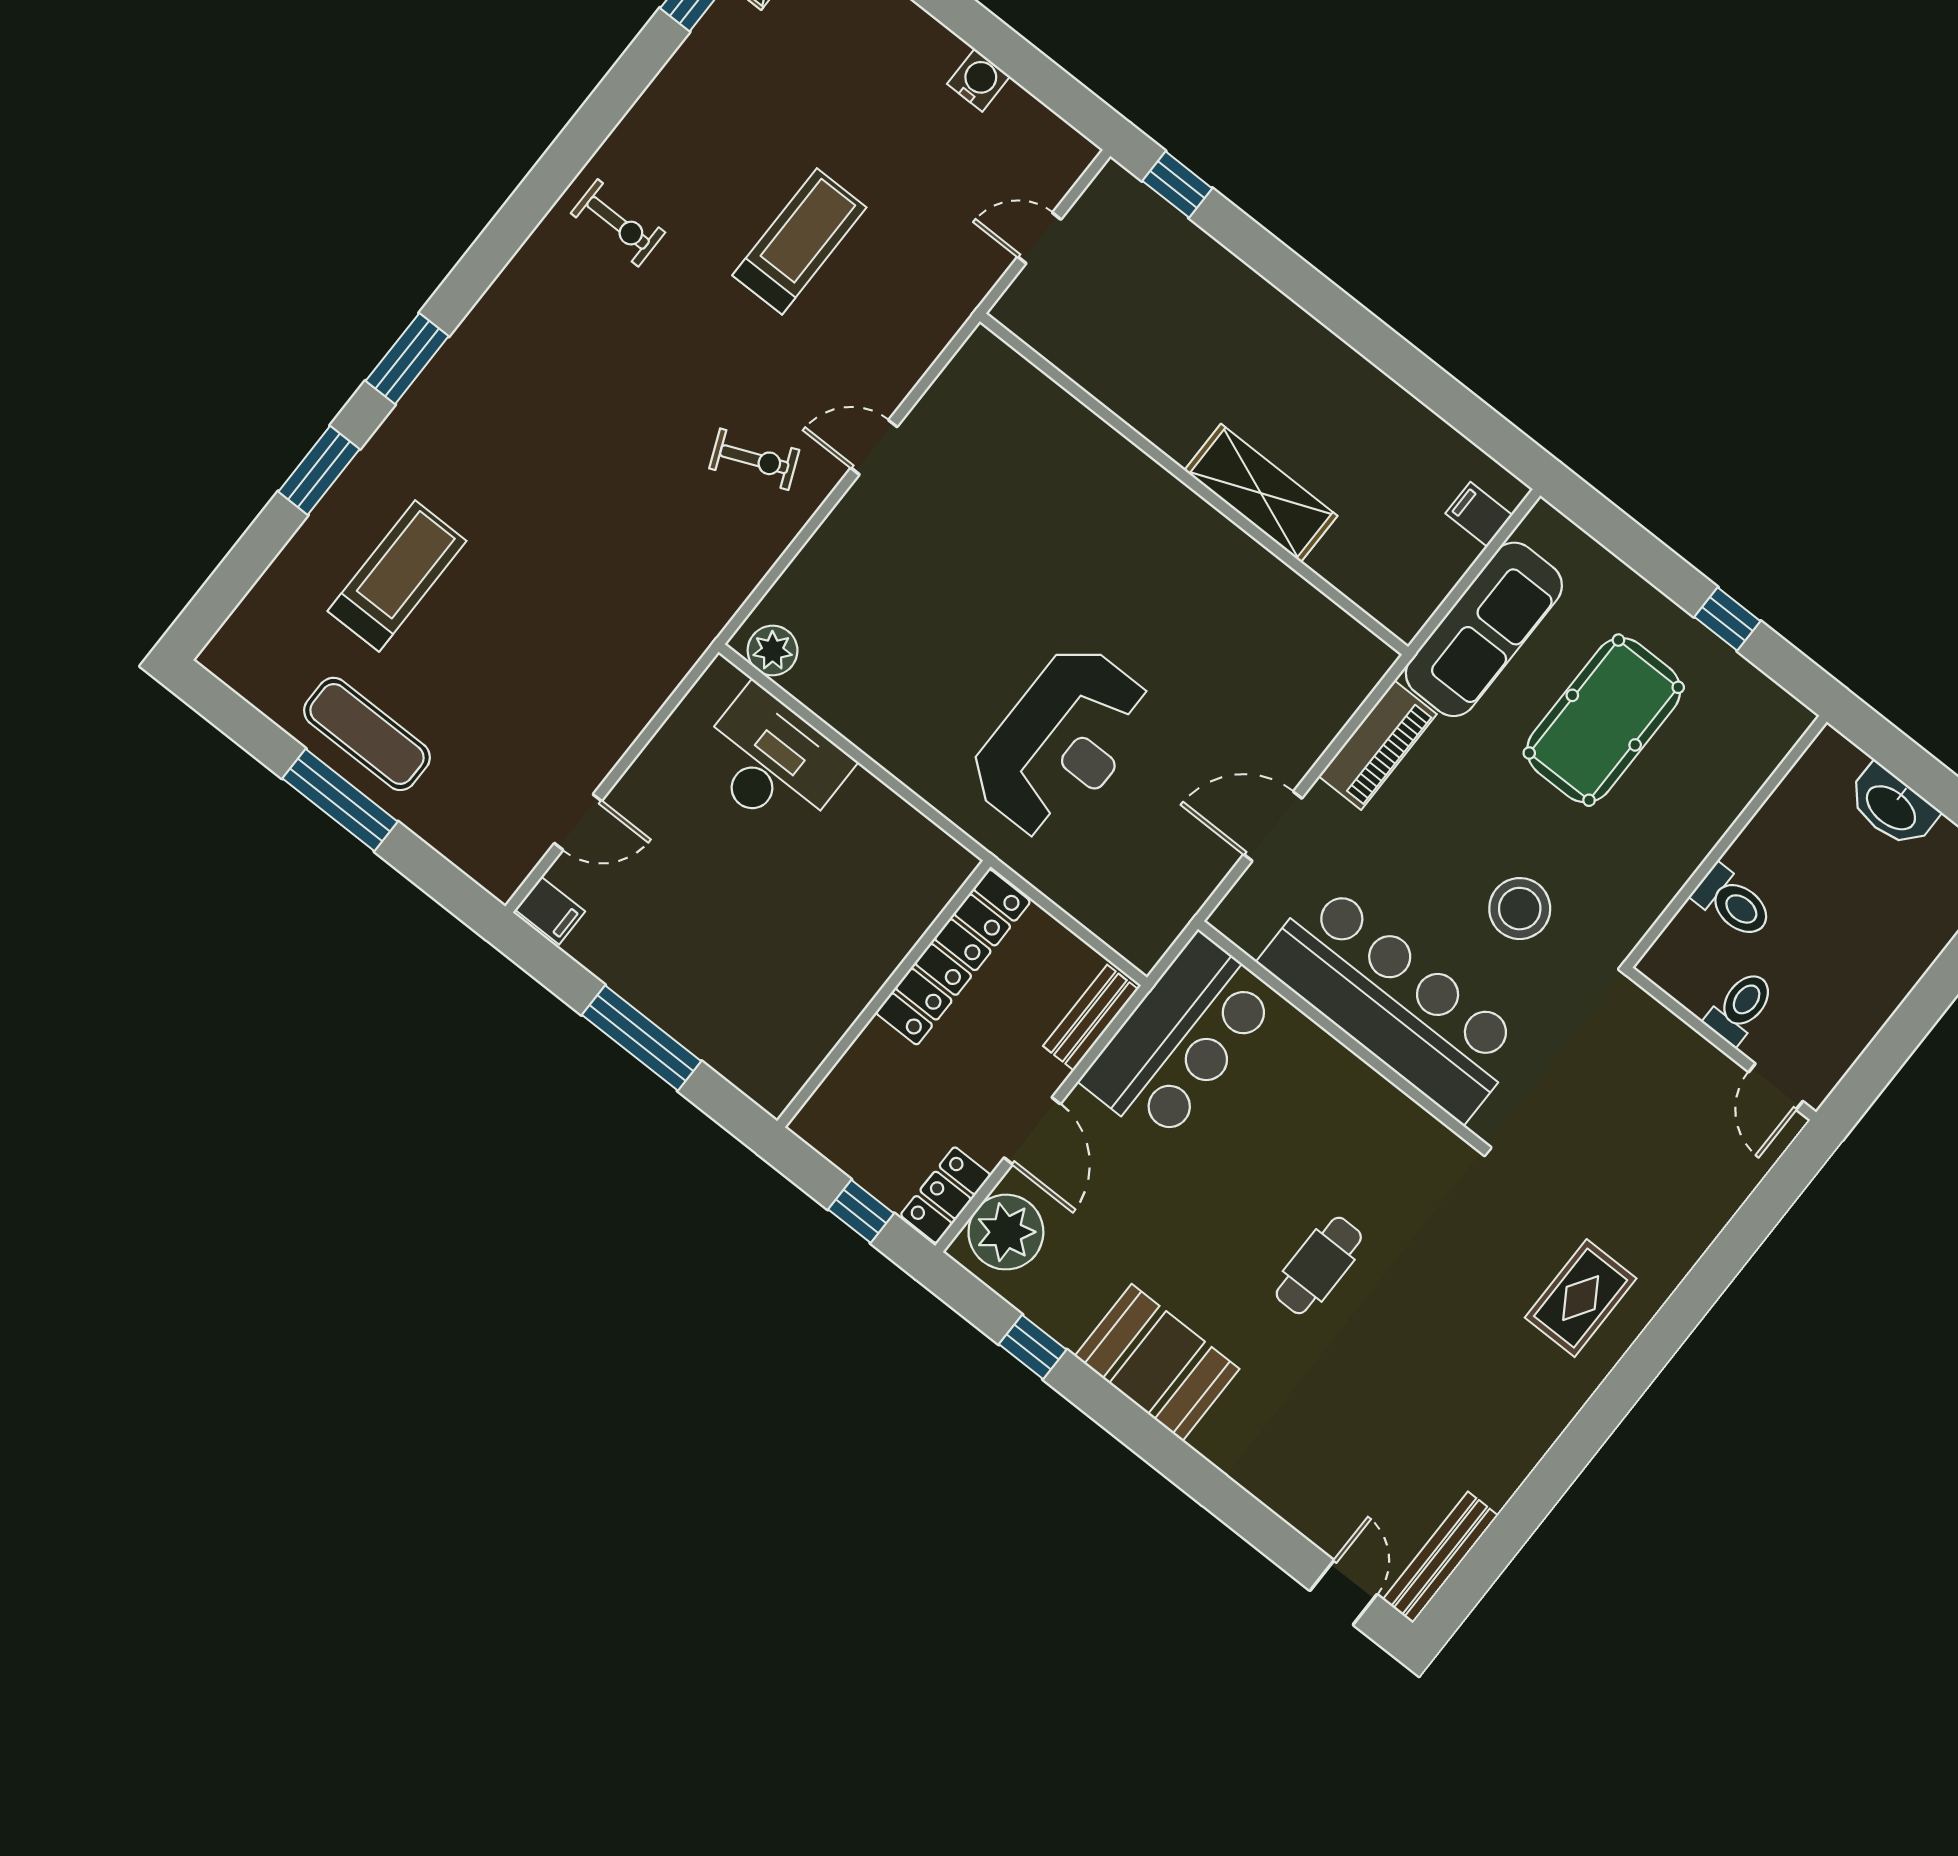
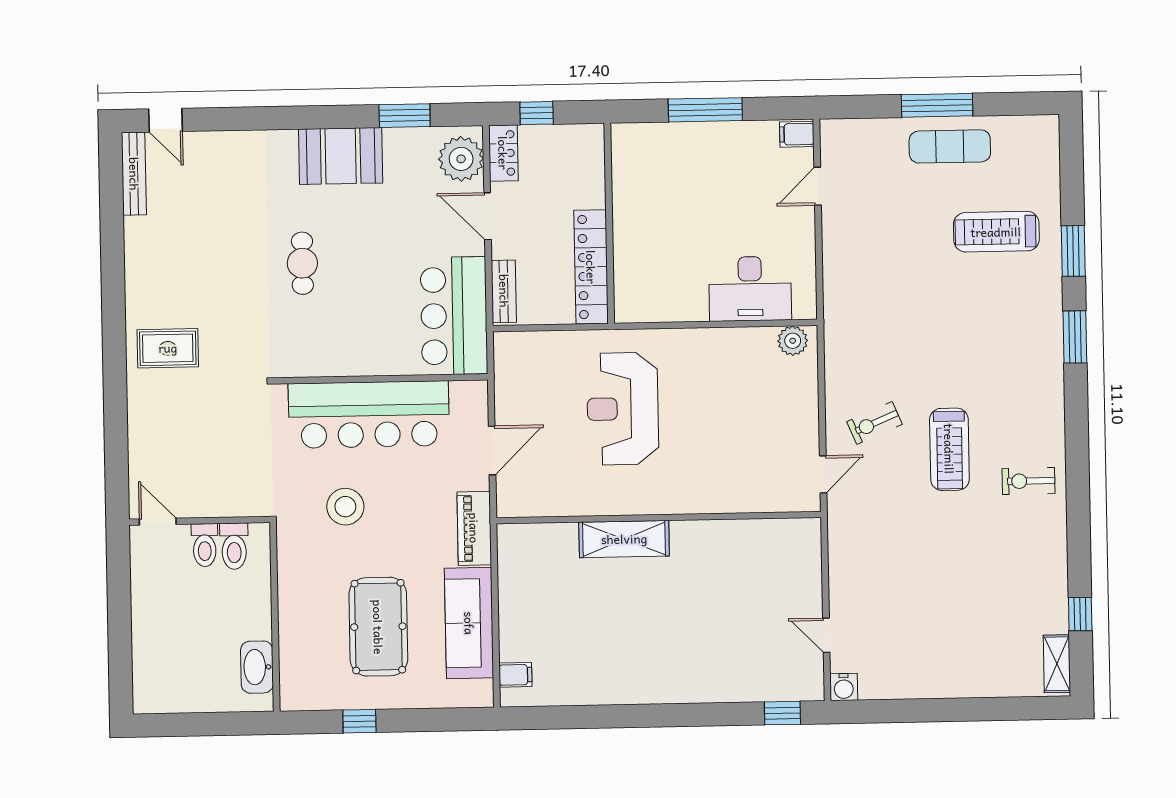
water cooler: (979, 80) -> (844, 687), moved
door: (1039, 238) -> (826, 635), swing flipped
treadmill: (799, 241) -> (949, 449), moved
wall: (1194, 484) -> (659, 518), moved
shelving: (1261, 493) -> (624, 539), moved
treadmill: (397, 576) -> (996, 232), turned 90
washbasin: (1892, 807) -> (257, 667), moved, turned -90
toilet: (1733, 902) -> (234, 546), moved, turned -90
rug: (1581, 1298) -> (168, 348), turned 90
window: (1033, 1347) -> (405, 116), width x1.50

